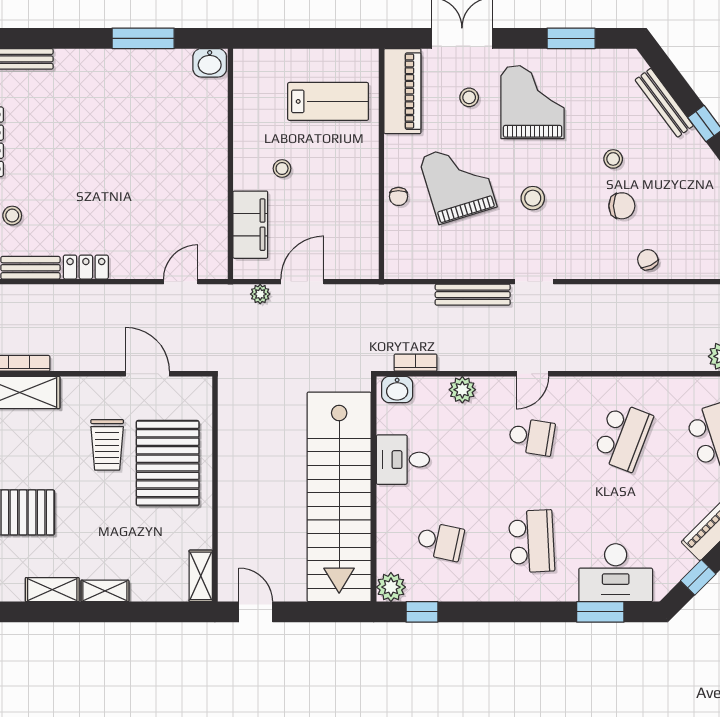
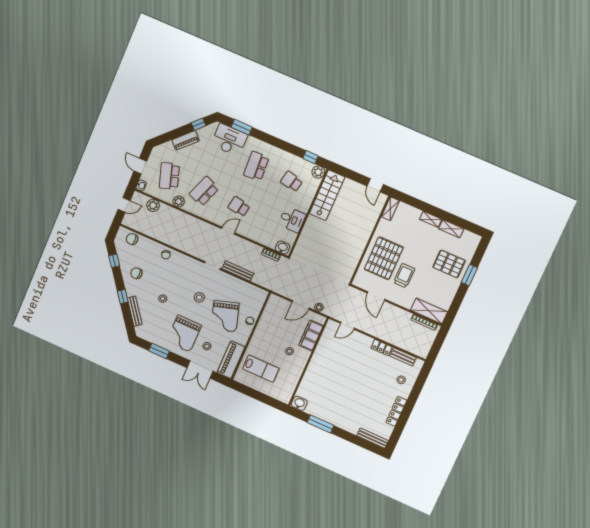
lab bench: (328, 101) -> (261, 369), turned 180
chair: (622, 206) -> (136, 273), moved
plant: (462, 390) -> (179, 202), moved
stairs: (339, 497) -> (327, 195), width x0.54, depth x0.66

